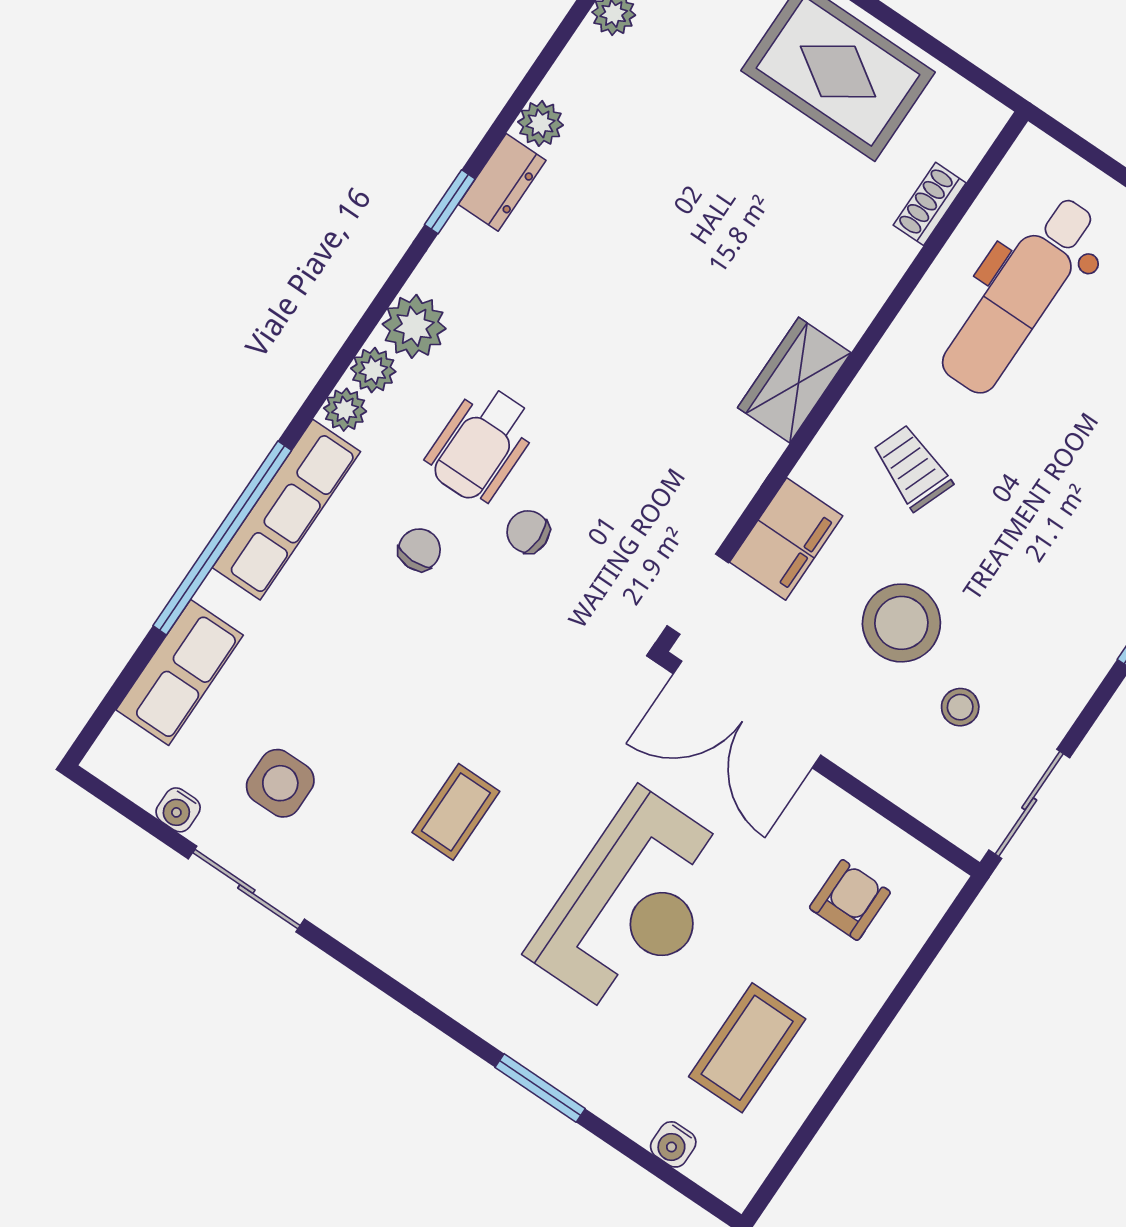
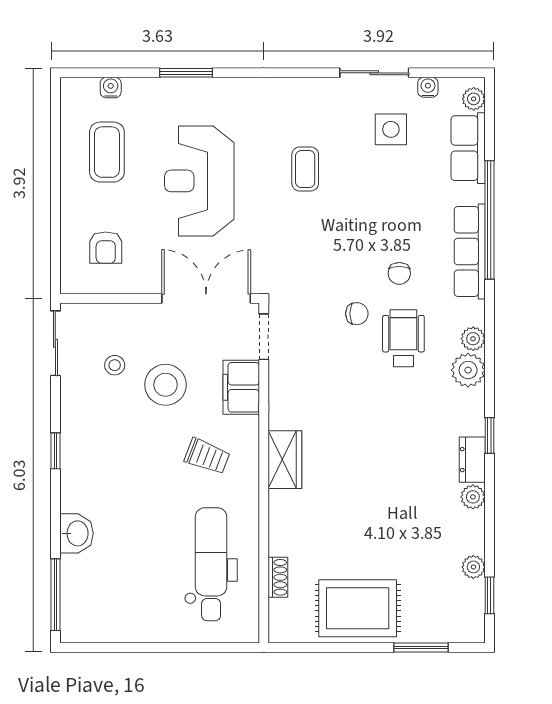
plant: (345, 410) -> (474, 99), moved

